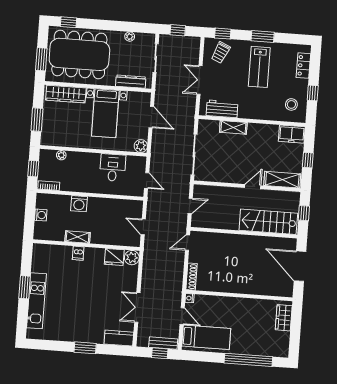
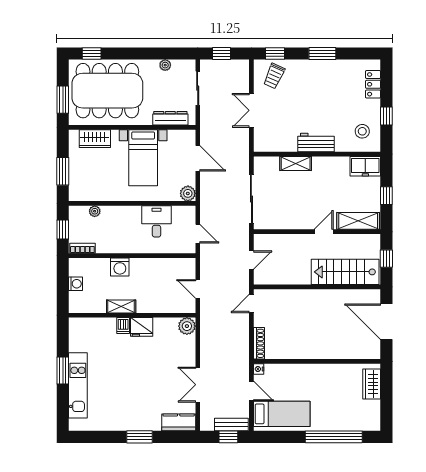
lab bench: (259, 67) -> (321, 90), removed
wardrobe: (66, 94) -> (95, 139), width x0.67
workbench: (222, 109) -> (316, 143), moved
fridge: (114, 257) -> (142, 327), moved

